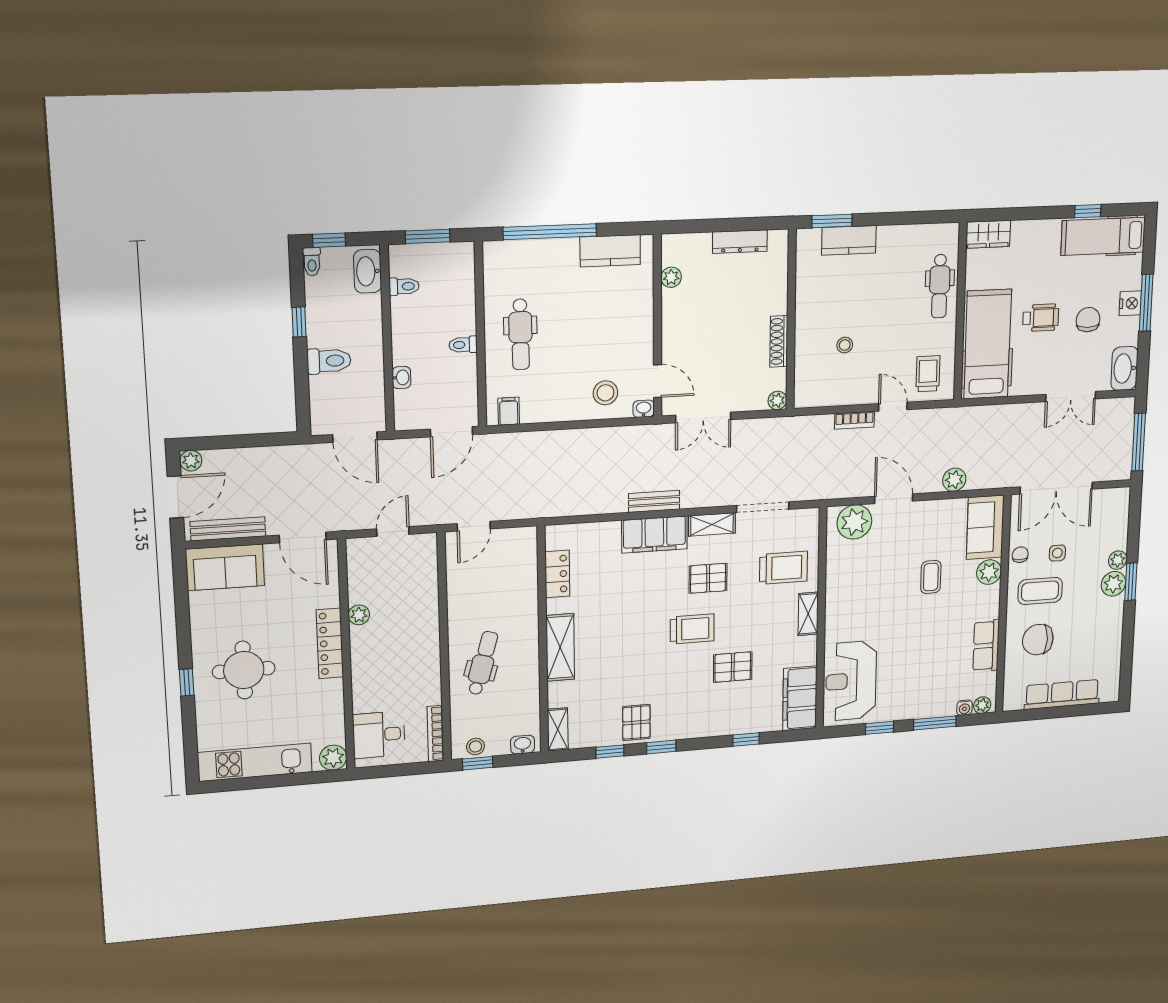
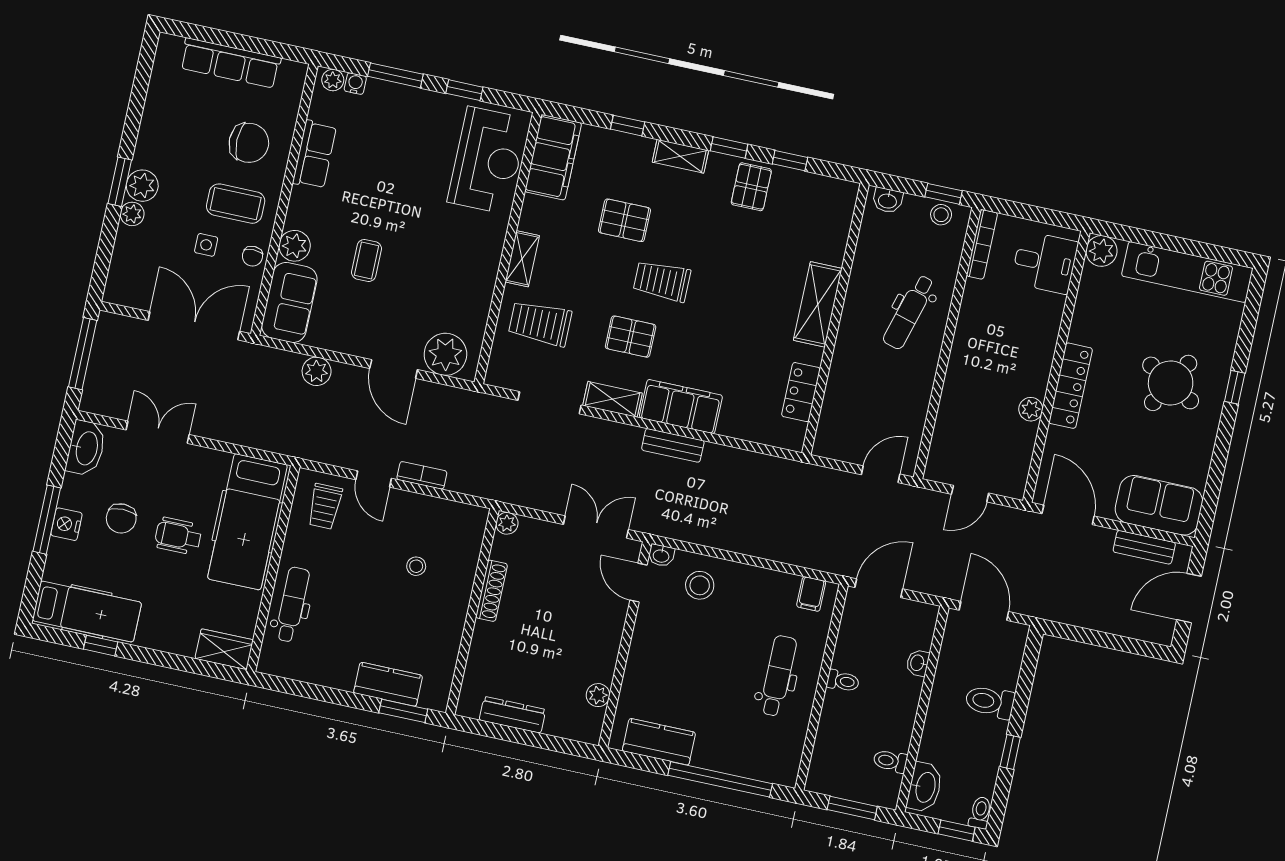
plant: (191, 461) -> (1162, 633), removed
bench: (228, 529) -> (1144, 547), width x0.73
round table: (244, 670) -> (1171, 383), turned 30
shelving: (558, 730) -> (680, 156), moved, turned 90

